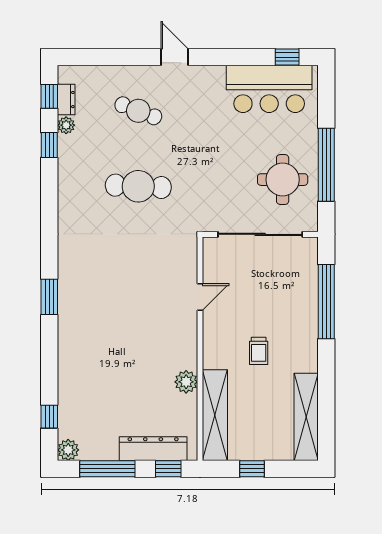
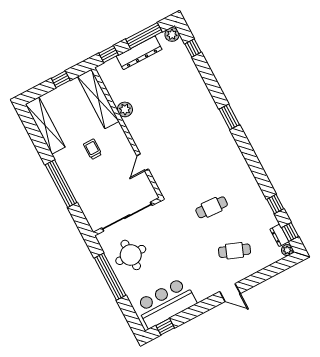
plant: (66, 125) -> (287, 250), moved
cafe table: (138, 186) -> (212, 207), width x0.73, depth x0.74
window: (326, 302) -> (61, 184), moved
dresser: (153, 449) -> (139, 53), moved

